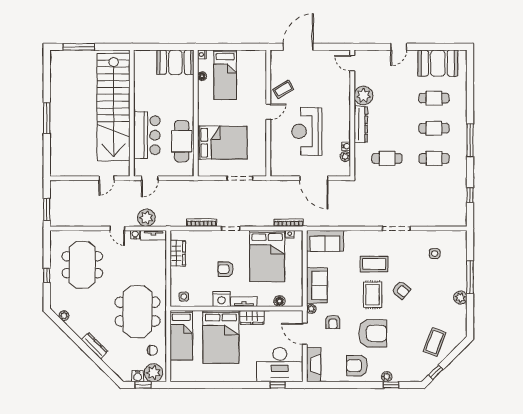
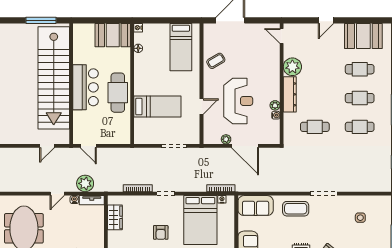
window: (79, 47) -> (41, 20), moved
bed: (225, 75) -> (181, 47), moved
door: (268, 112) -> (202, 107), moved
reception desk: (307, 131) -> (238, 101), turned 180
bar counter: (147, 135) -> (86, 87), moved
cafe table: (182, 141) -> (118, 93), moved
bed: (222, 143) -> (157, 107), width x0.67
plant: (345, 157) -> (275, 105), moved
plant: (294, 171) -> (226, 139), added
door: (150, 178) -> (88, 146), hinge flipped
door: (117, 228) -> (57, 194), hinge flipped
coffee table: (374, 264) -> (296, 209), moved
armchair: (226, 269) -> (161, 232), turned -90

